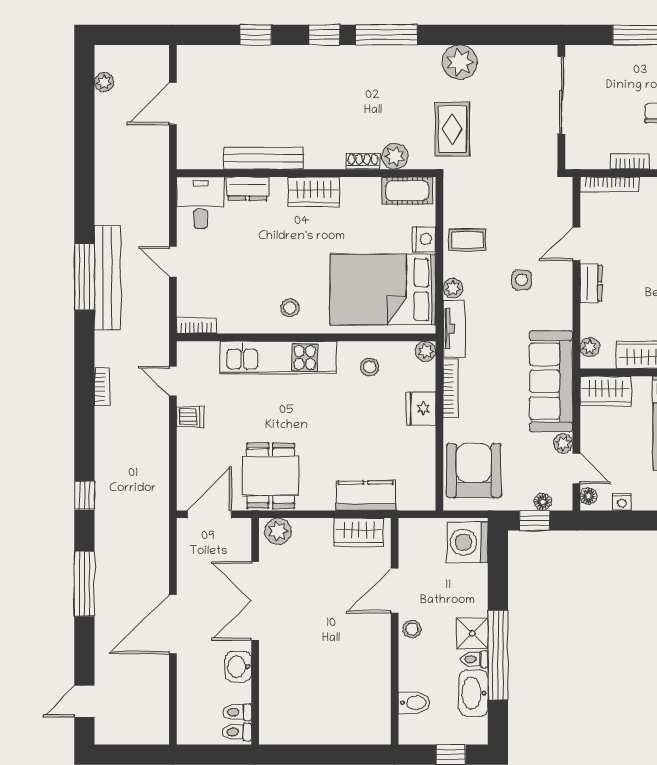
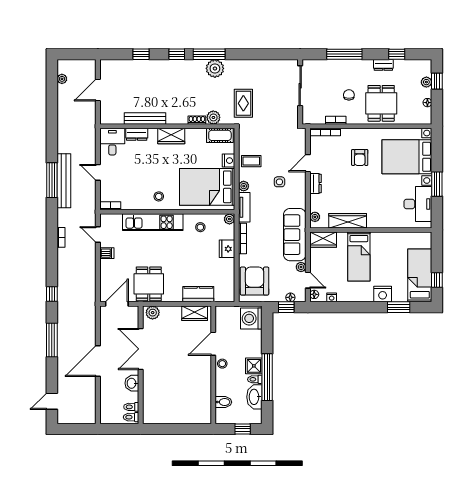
plant: (460, 62) -> (215, 68), moved

